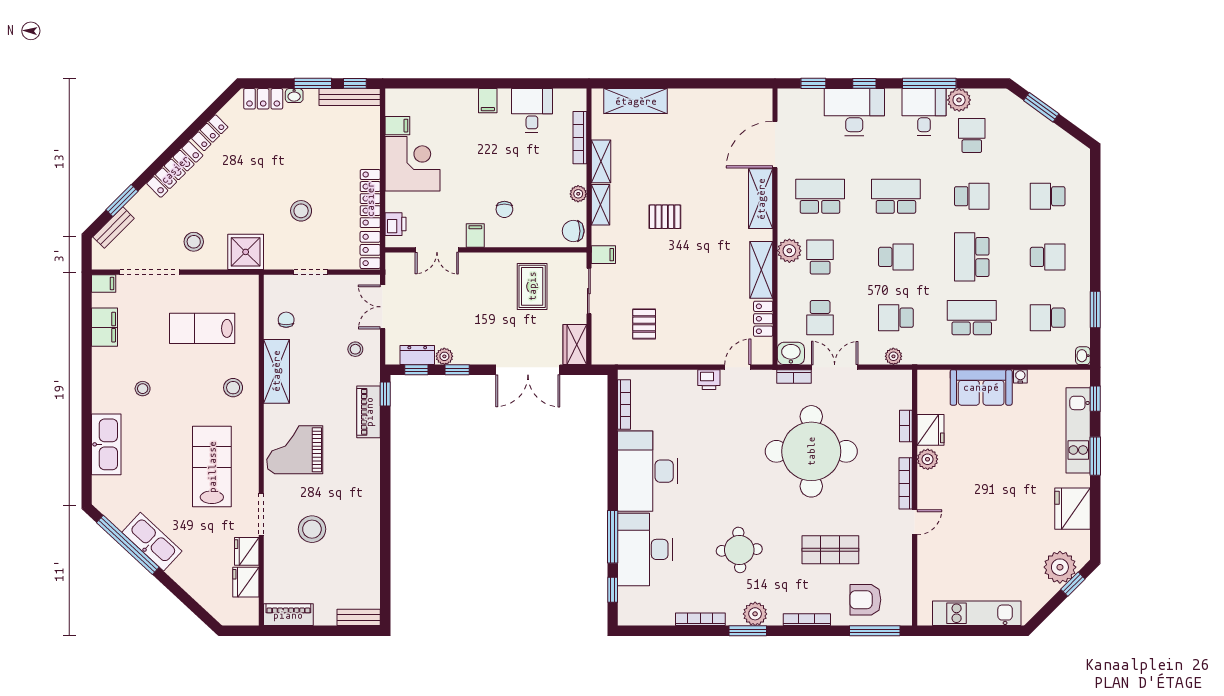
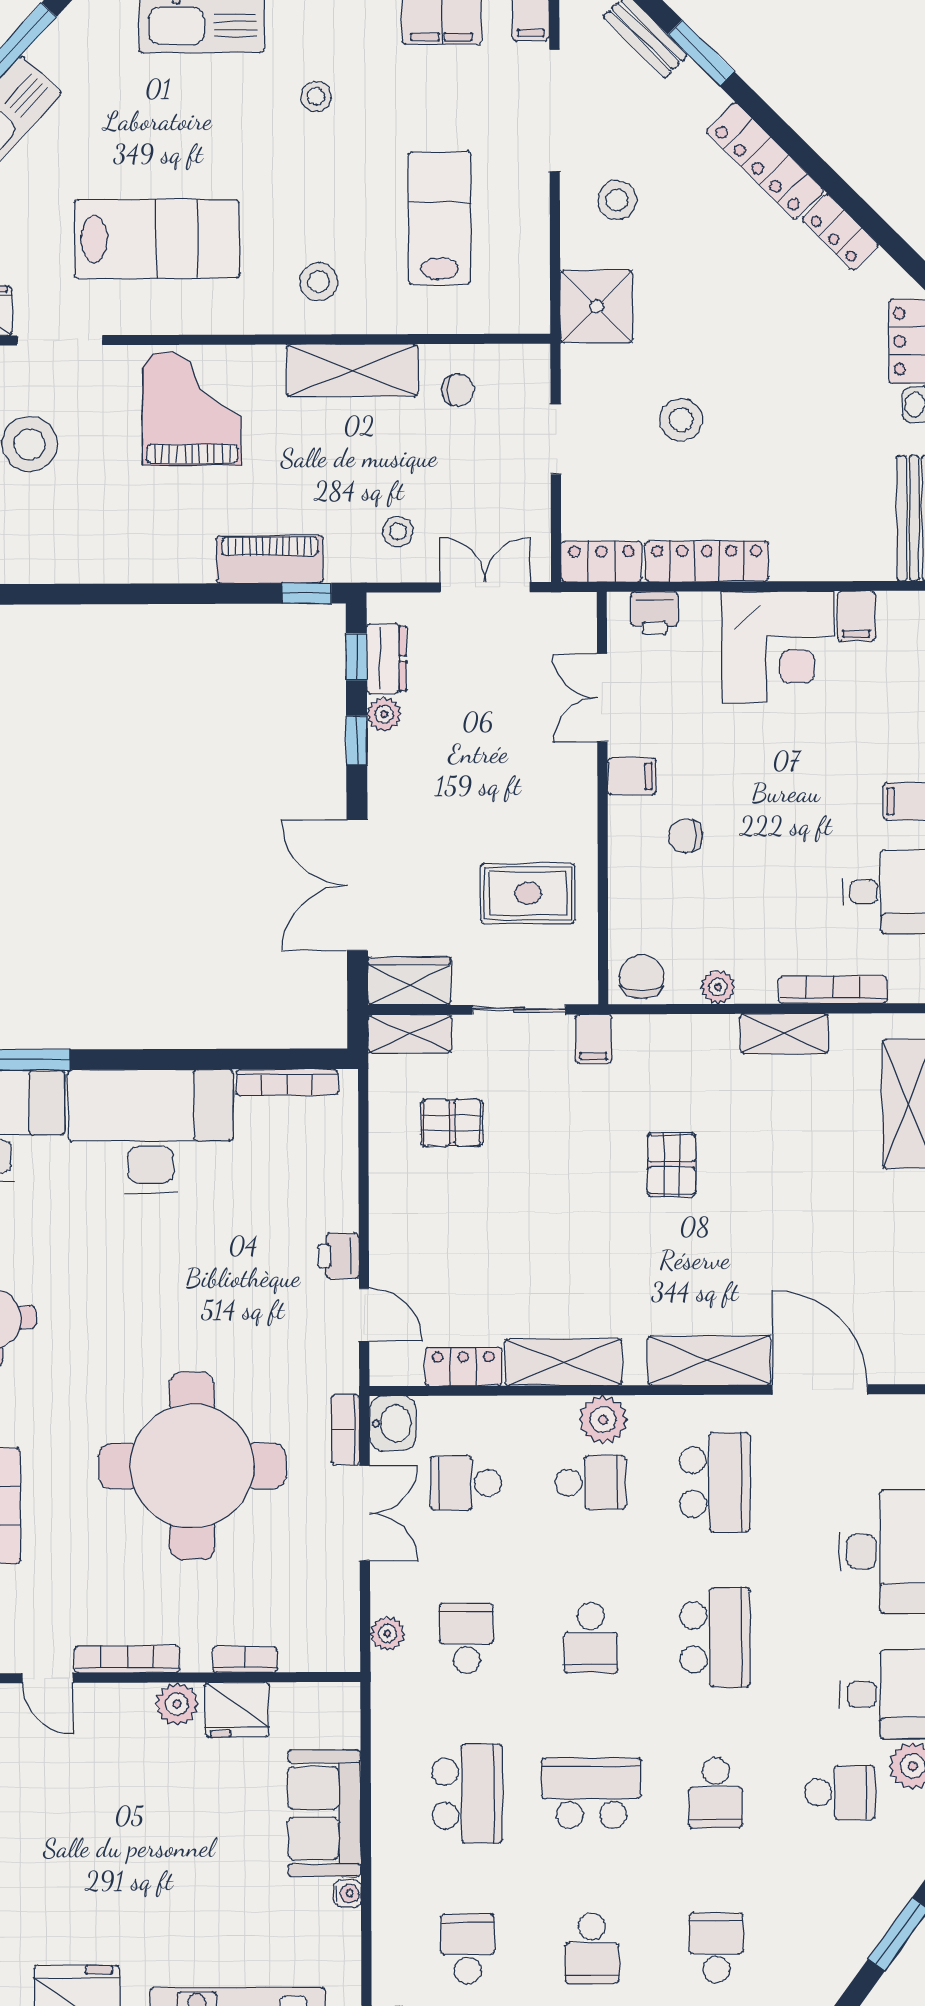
shelving: (601, 205) -> (410, 1034), moved

